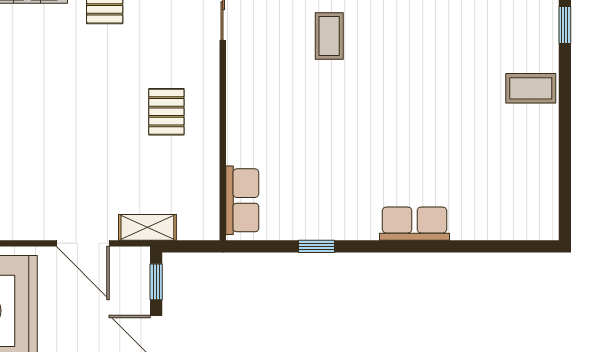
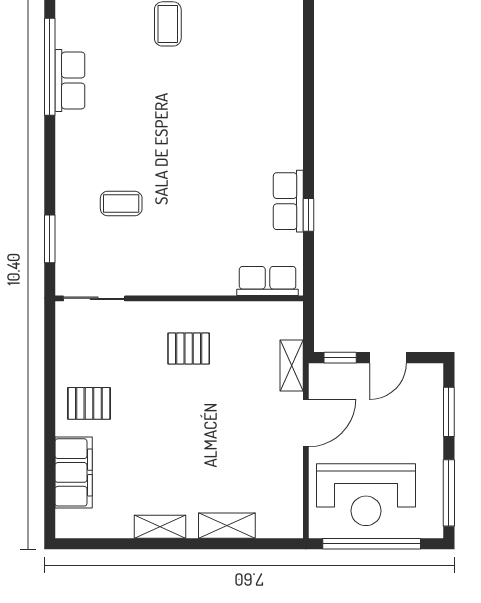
row of seats: (414, 224) -> (288, 201), moved

